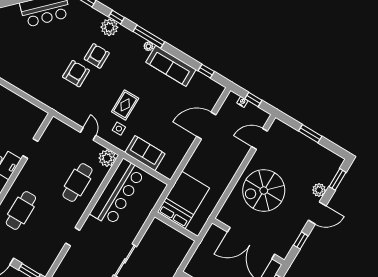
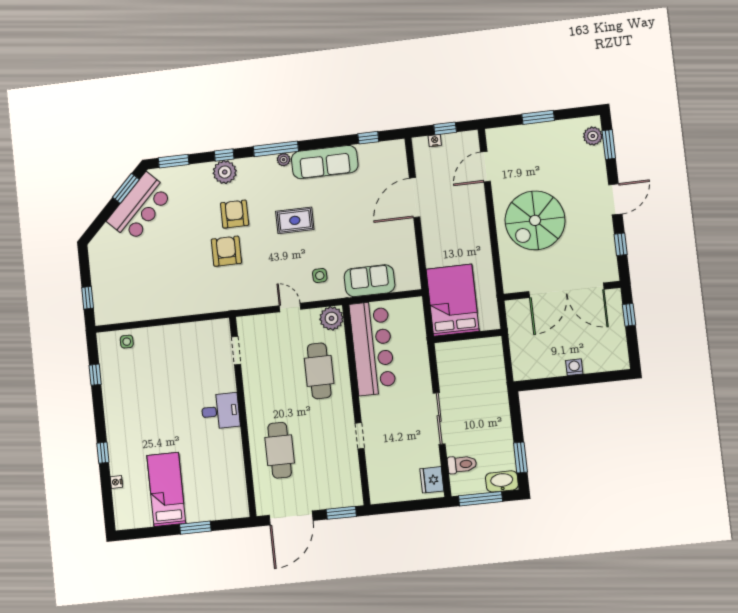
rug: (125, 105) -> (295, 220), moved, turned 90
doorway: (30, 149) -> (236, 351), moved
plant: (319, 190) -> (593, 136), moved

